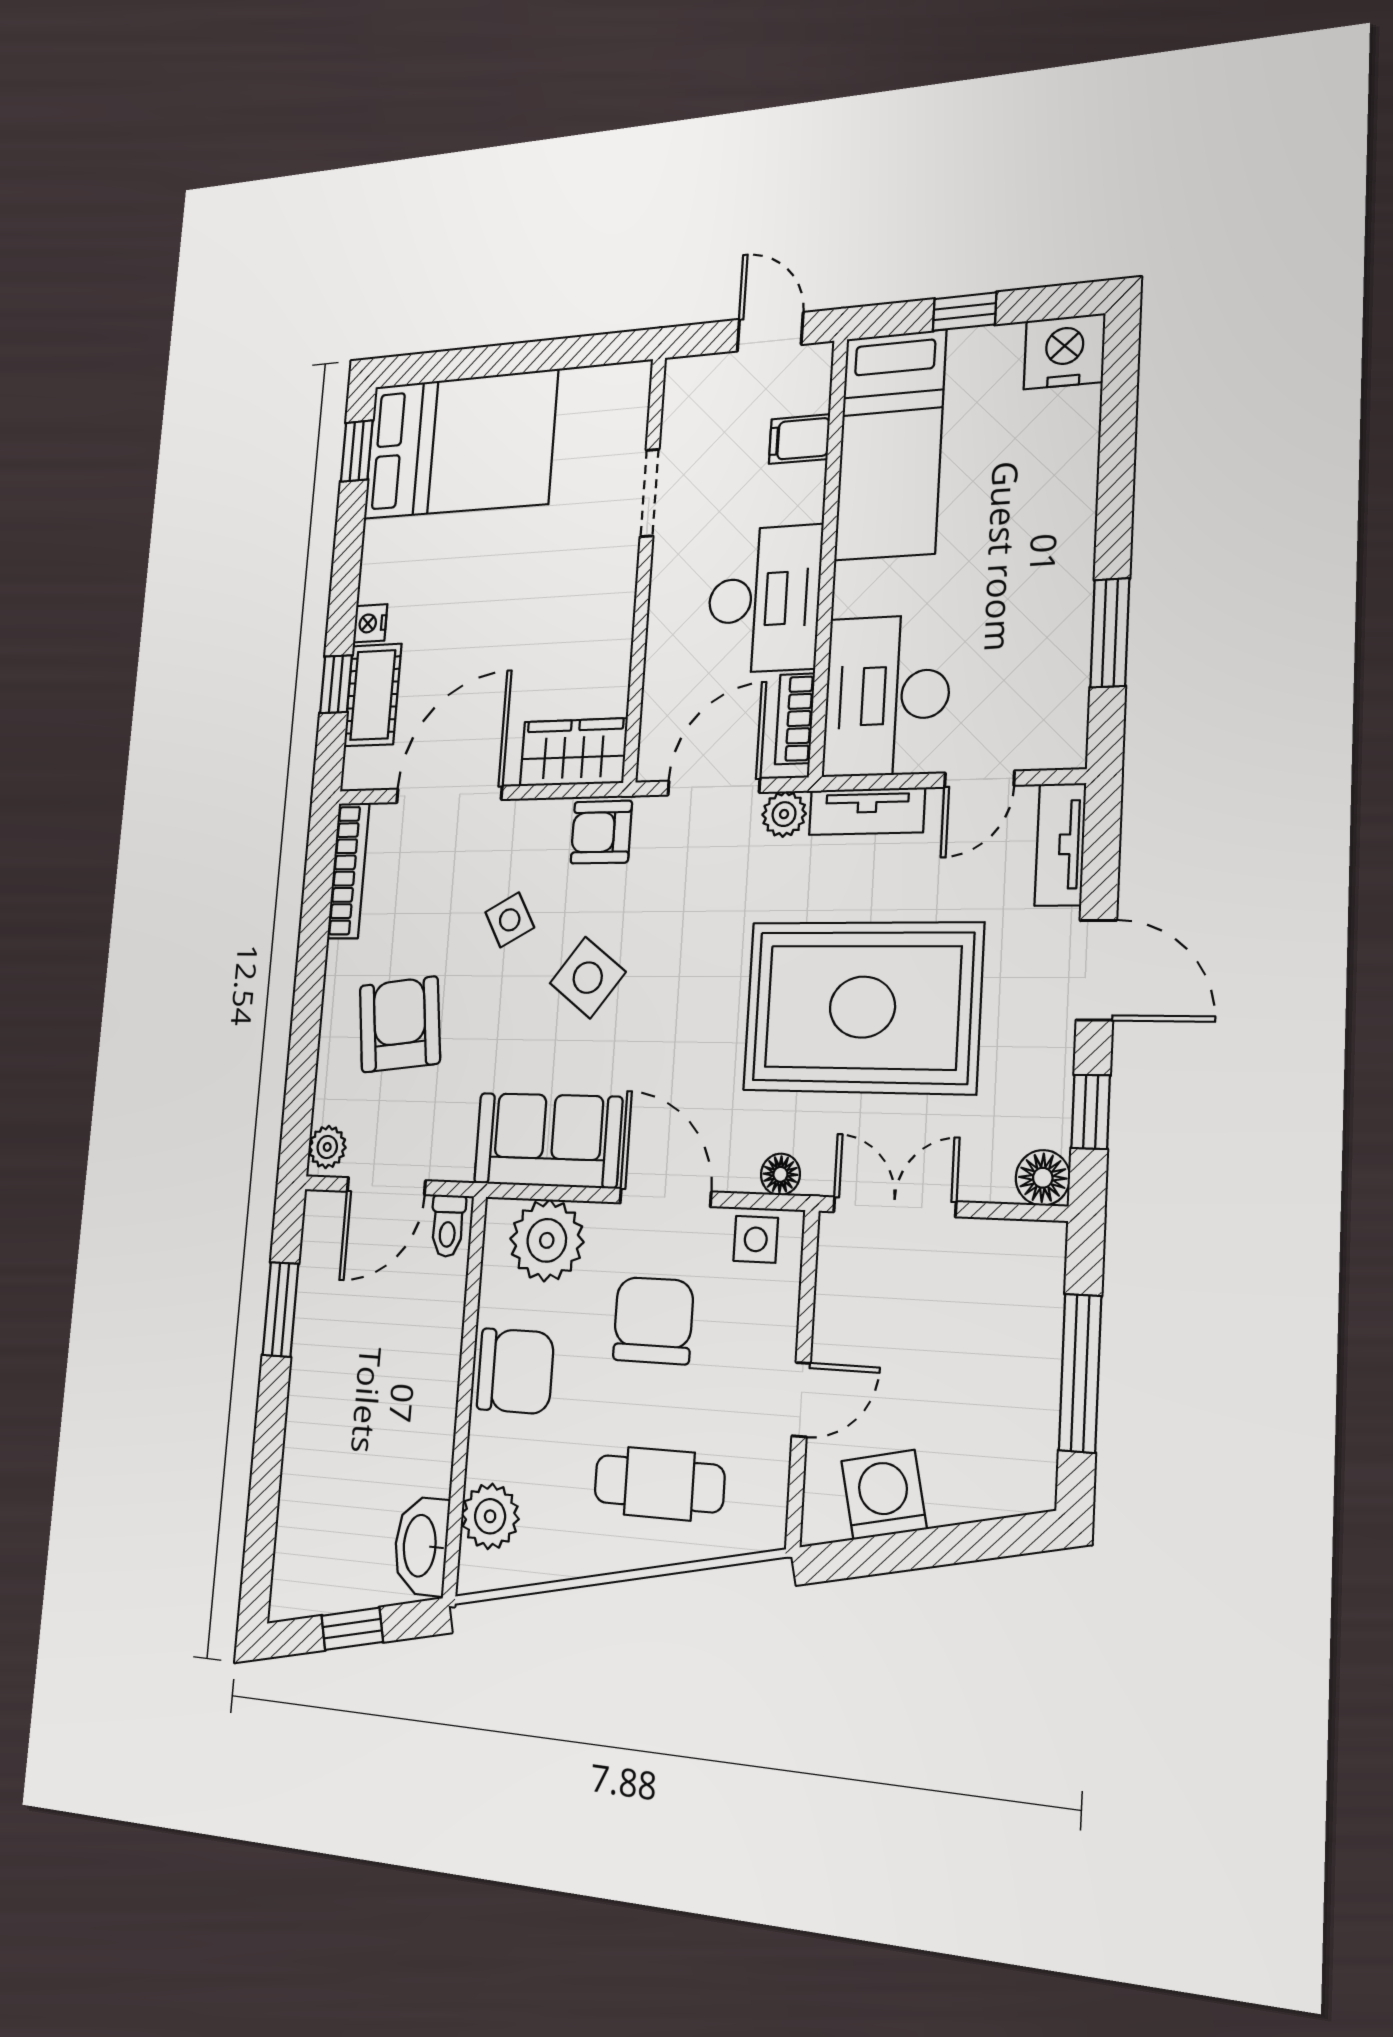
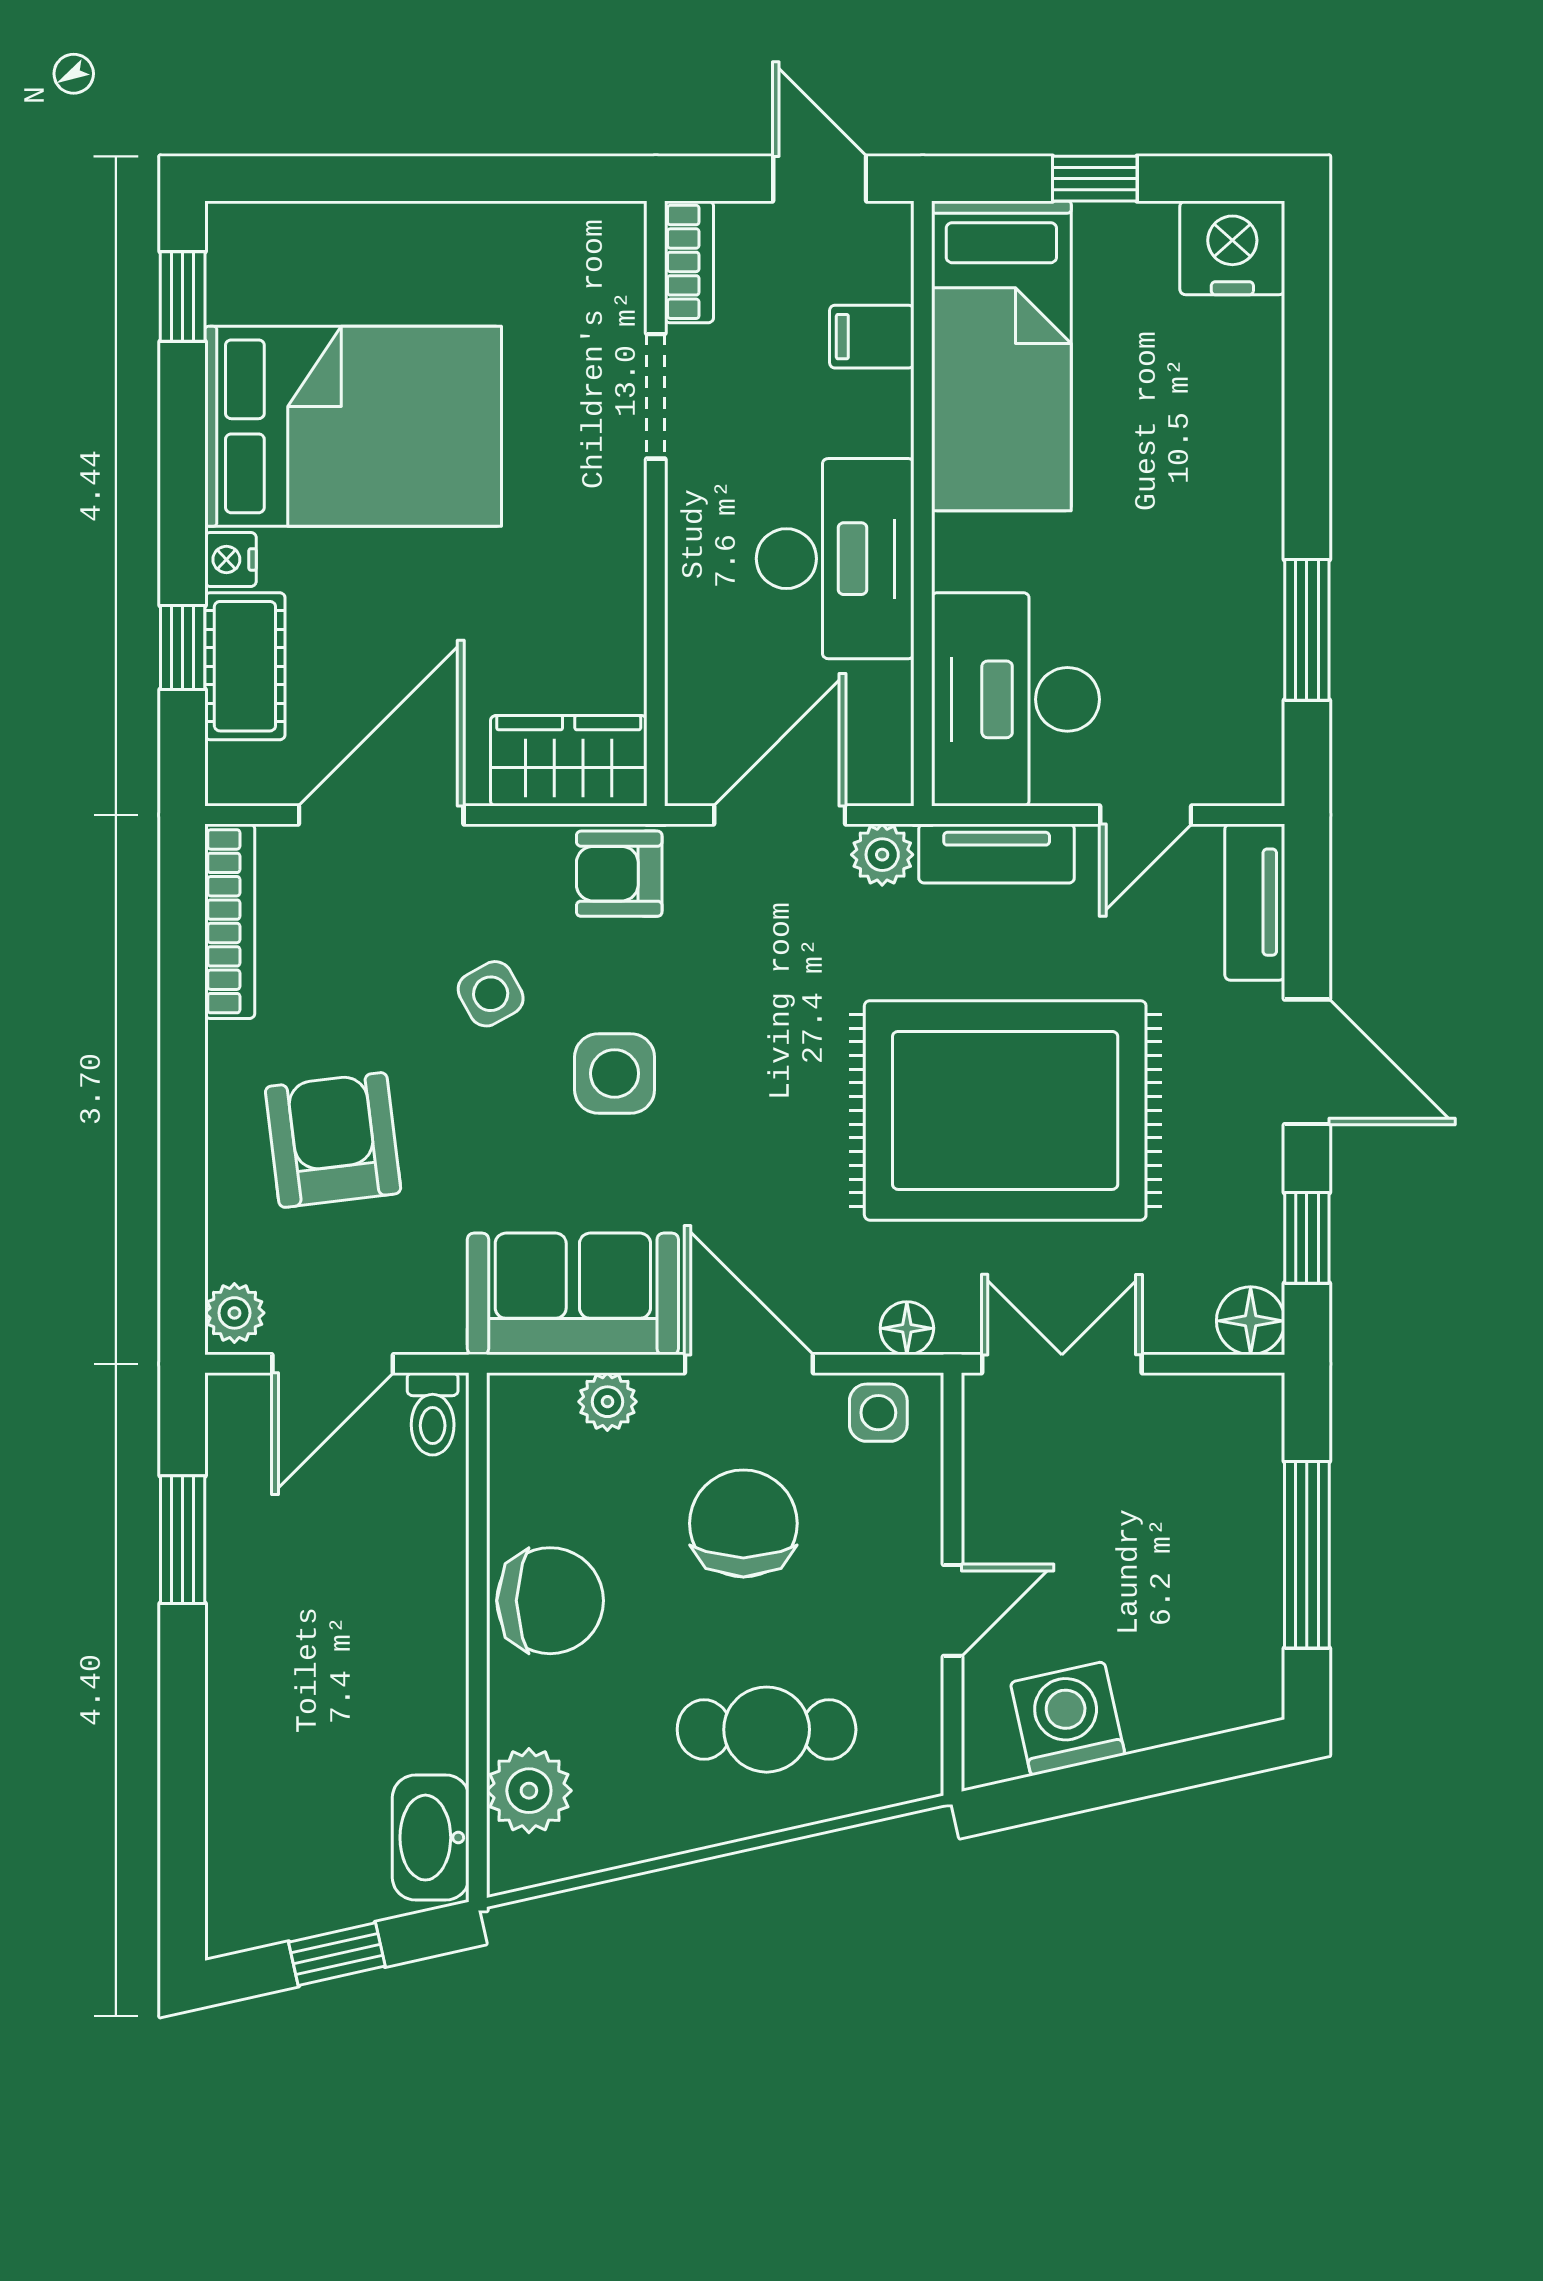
bed: (460, 445) -> (353, 426), moved
bookcase: (795, 719) -> (689, 262), moved, turned 180
side table: (588, 978) -> (615, 1073), turned -37
plant: (547, 1240) -> (607, 1402), width x0.53, depth x0.53

